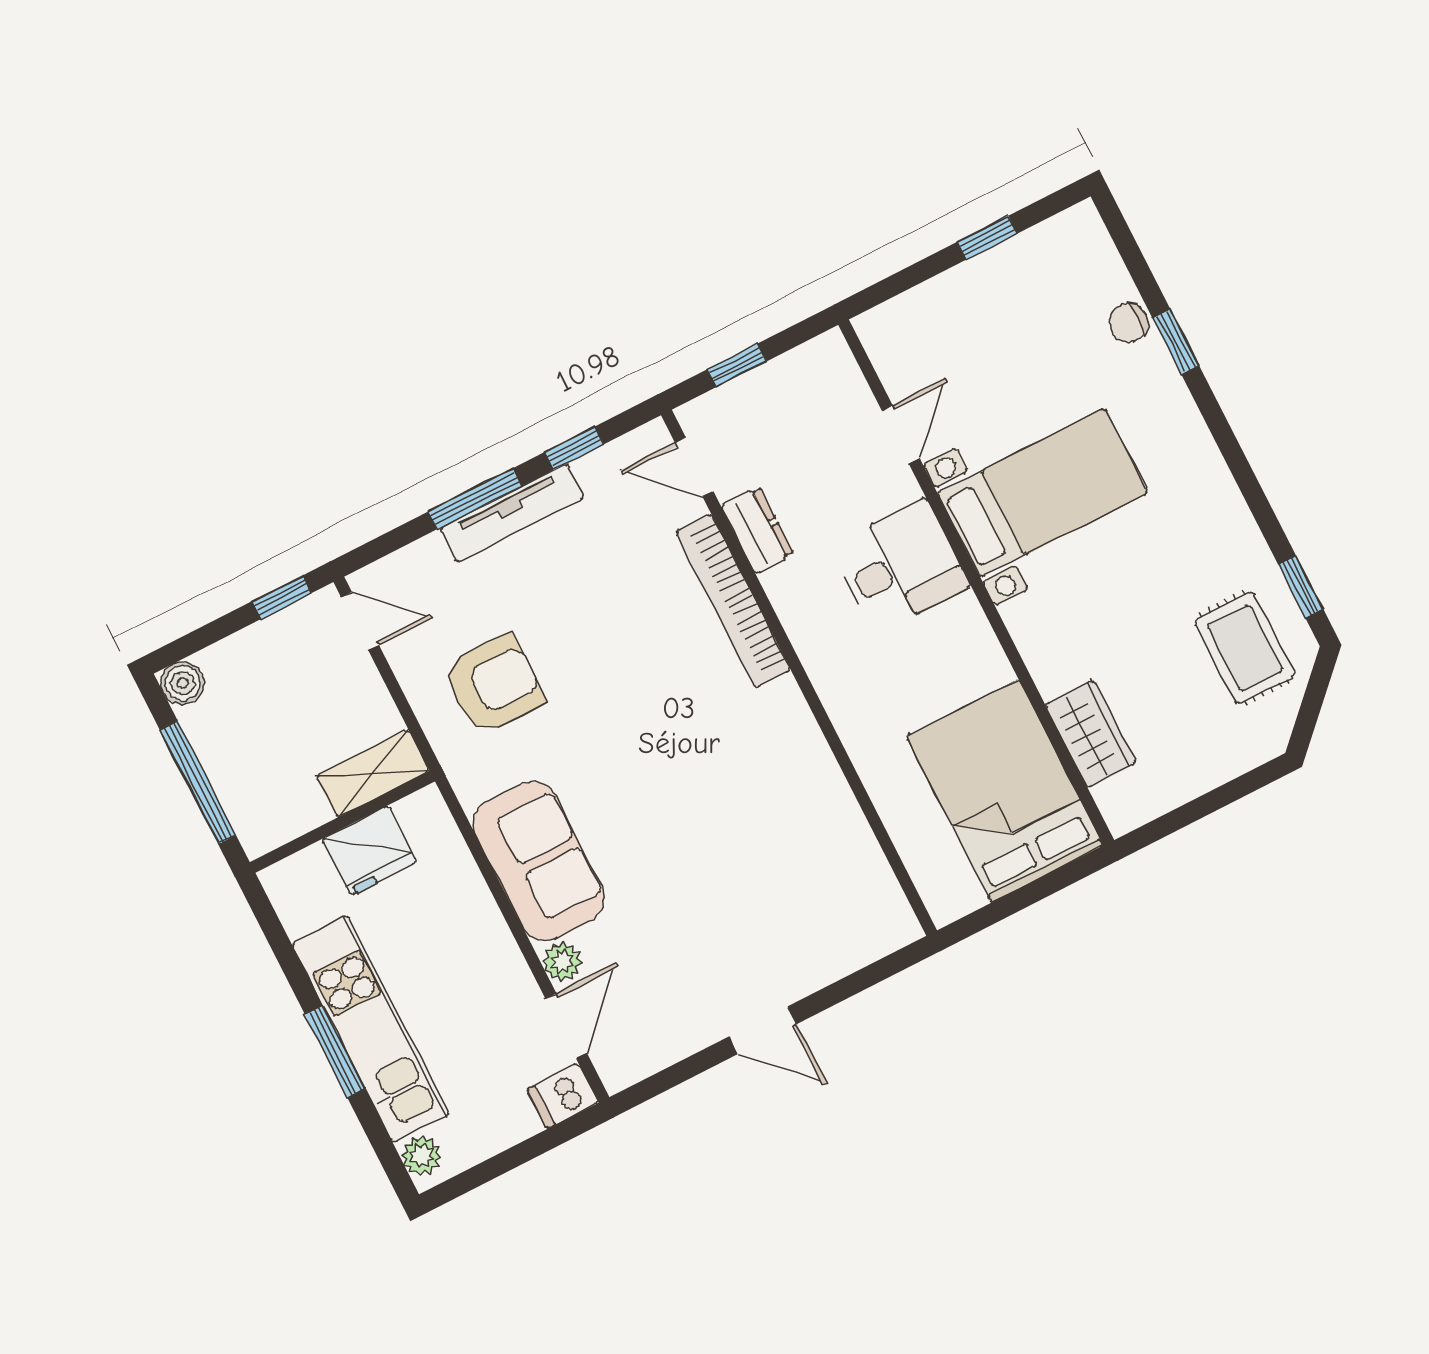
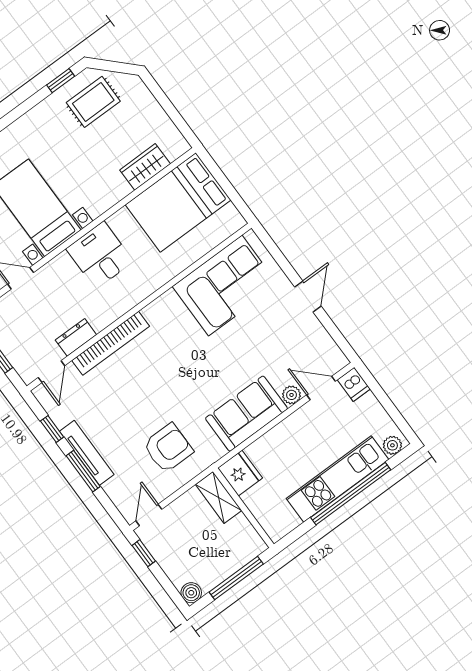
desk: (900, 566) -> (100, 255), moved
armchair: (494, 685) -> (168, 448), turned 90
fridge: (370, 851) -> (240, 473), moved
corner sofa: (814, 861) -> (225, 286), added
window: (335, 1052) -> (351, 494), width x2.11

